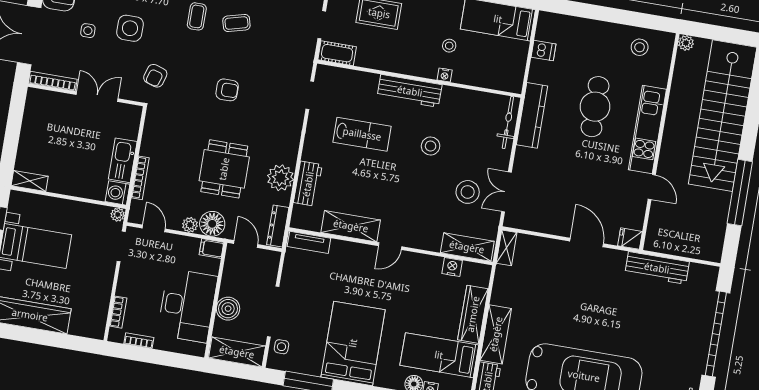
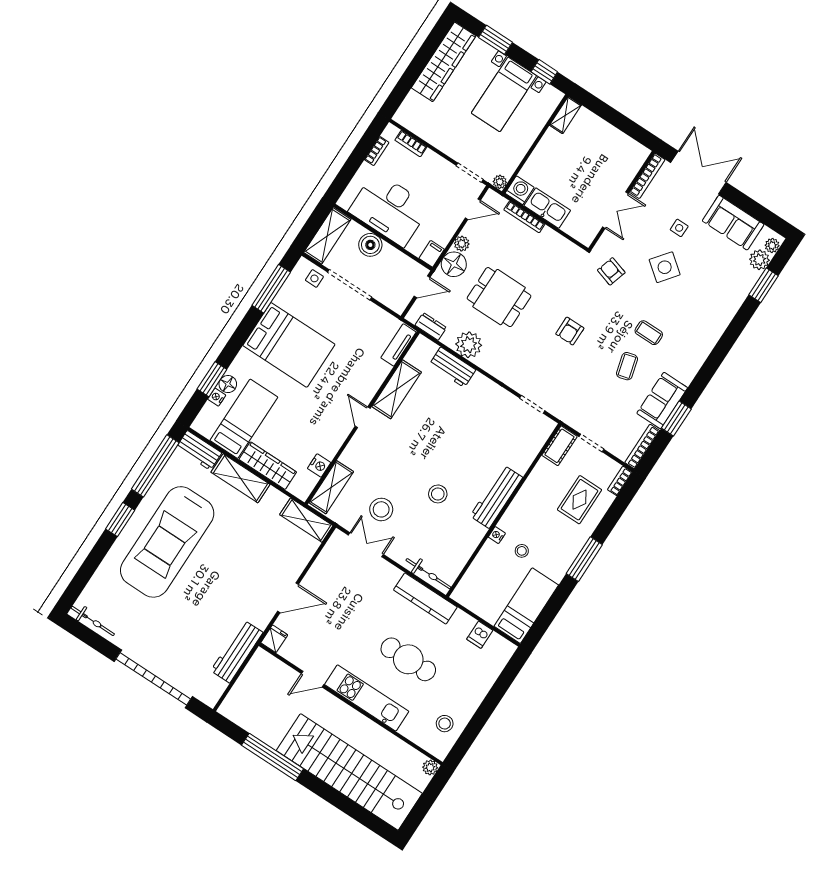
side table: (130, 28) -> (665, 267), turned 38
lab bench: (362, 134) -> (476, 436), removed
dresser: (278, 226) -> (431, 326), width x0.70
shelving: (507, 248) -> (306, 520), width x1.50, depth x1.33

